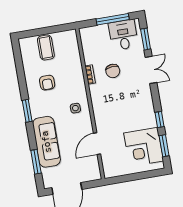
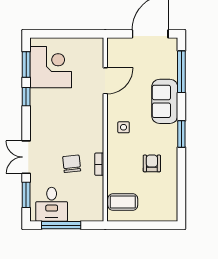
coffee table: (46, 48) -> (123, 202), moved, turned 90
sofa: (46, 142) -> (165, 101), width x0.73
window: (36, 162) -> (181, 72), width x1.44

